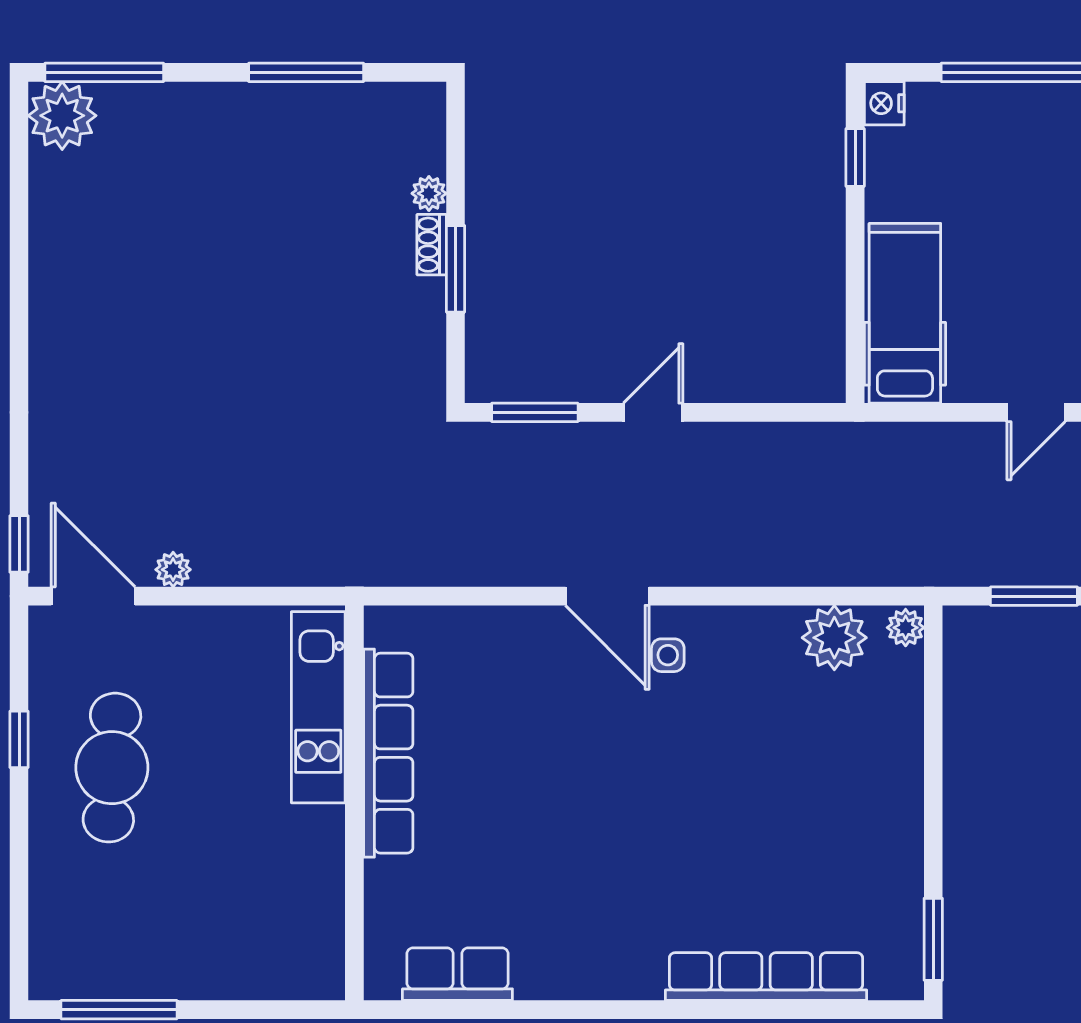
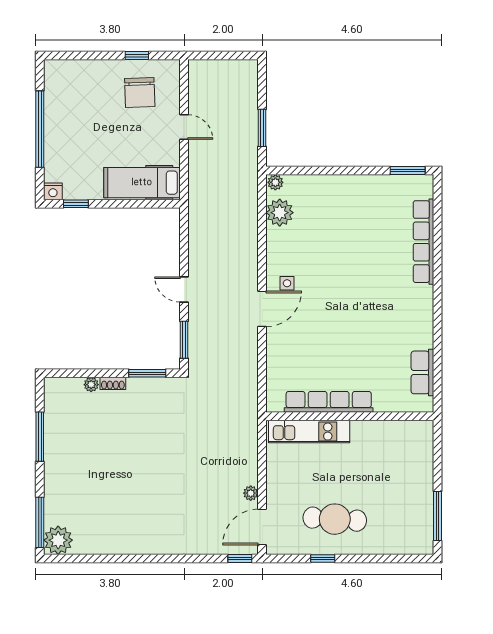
window: (455, 269) -> (147, 373), moved

